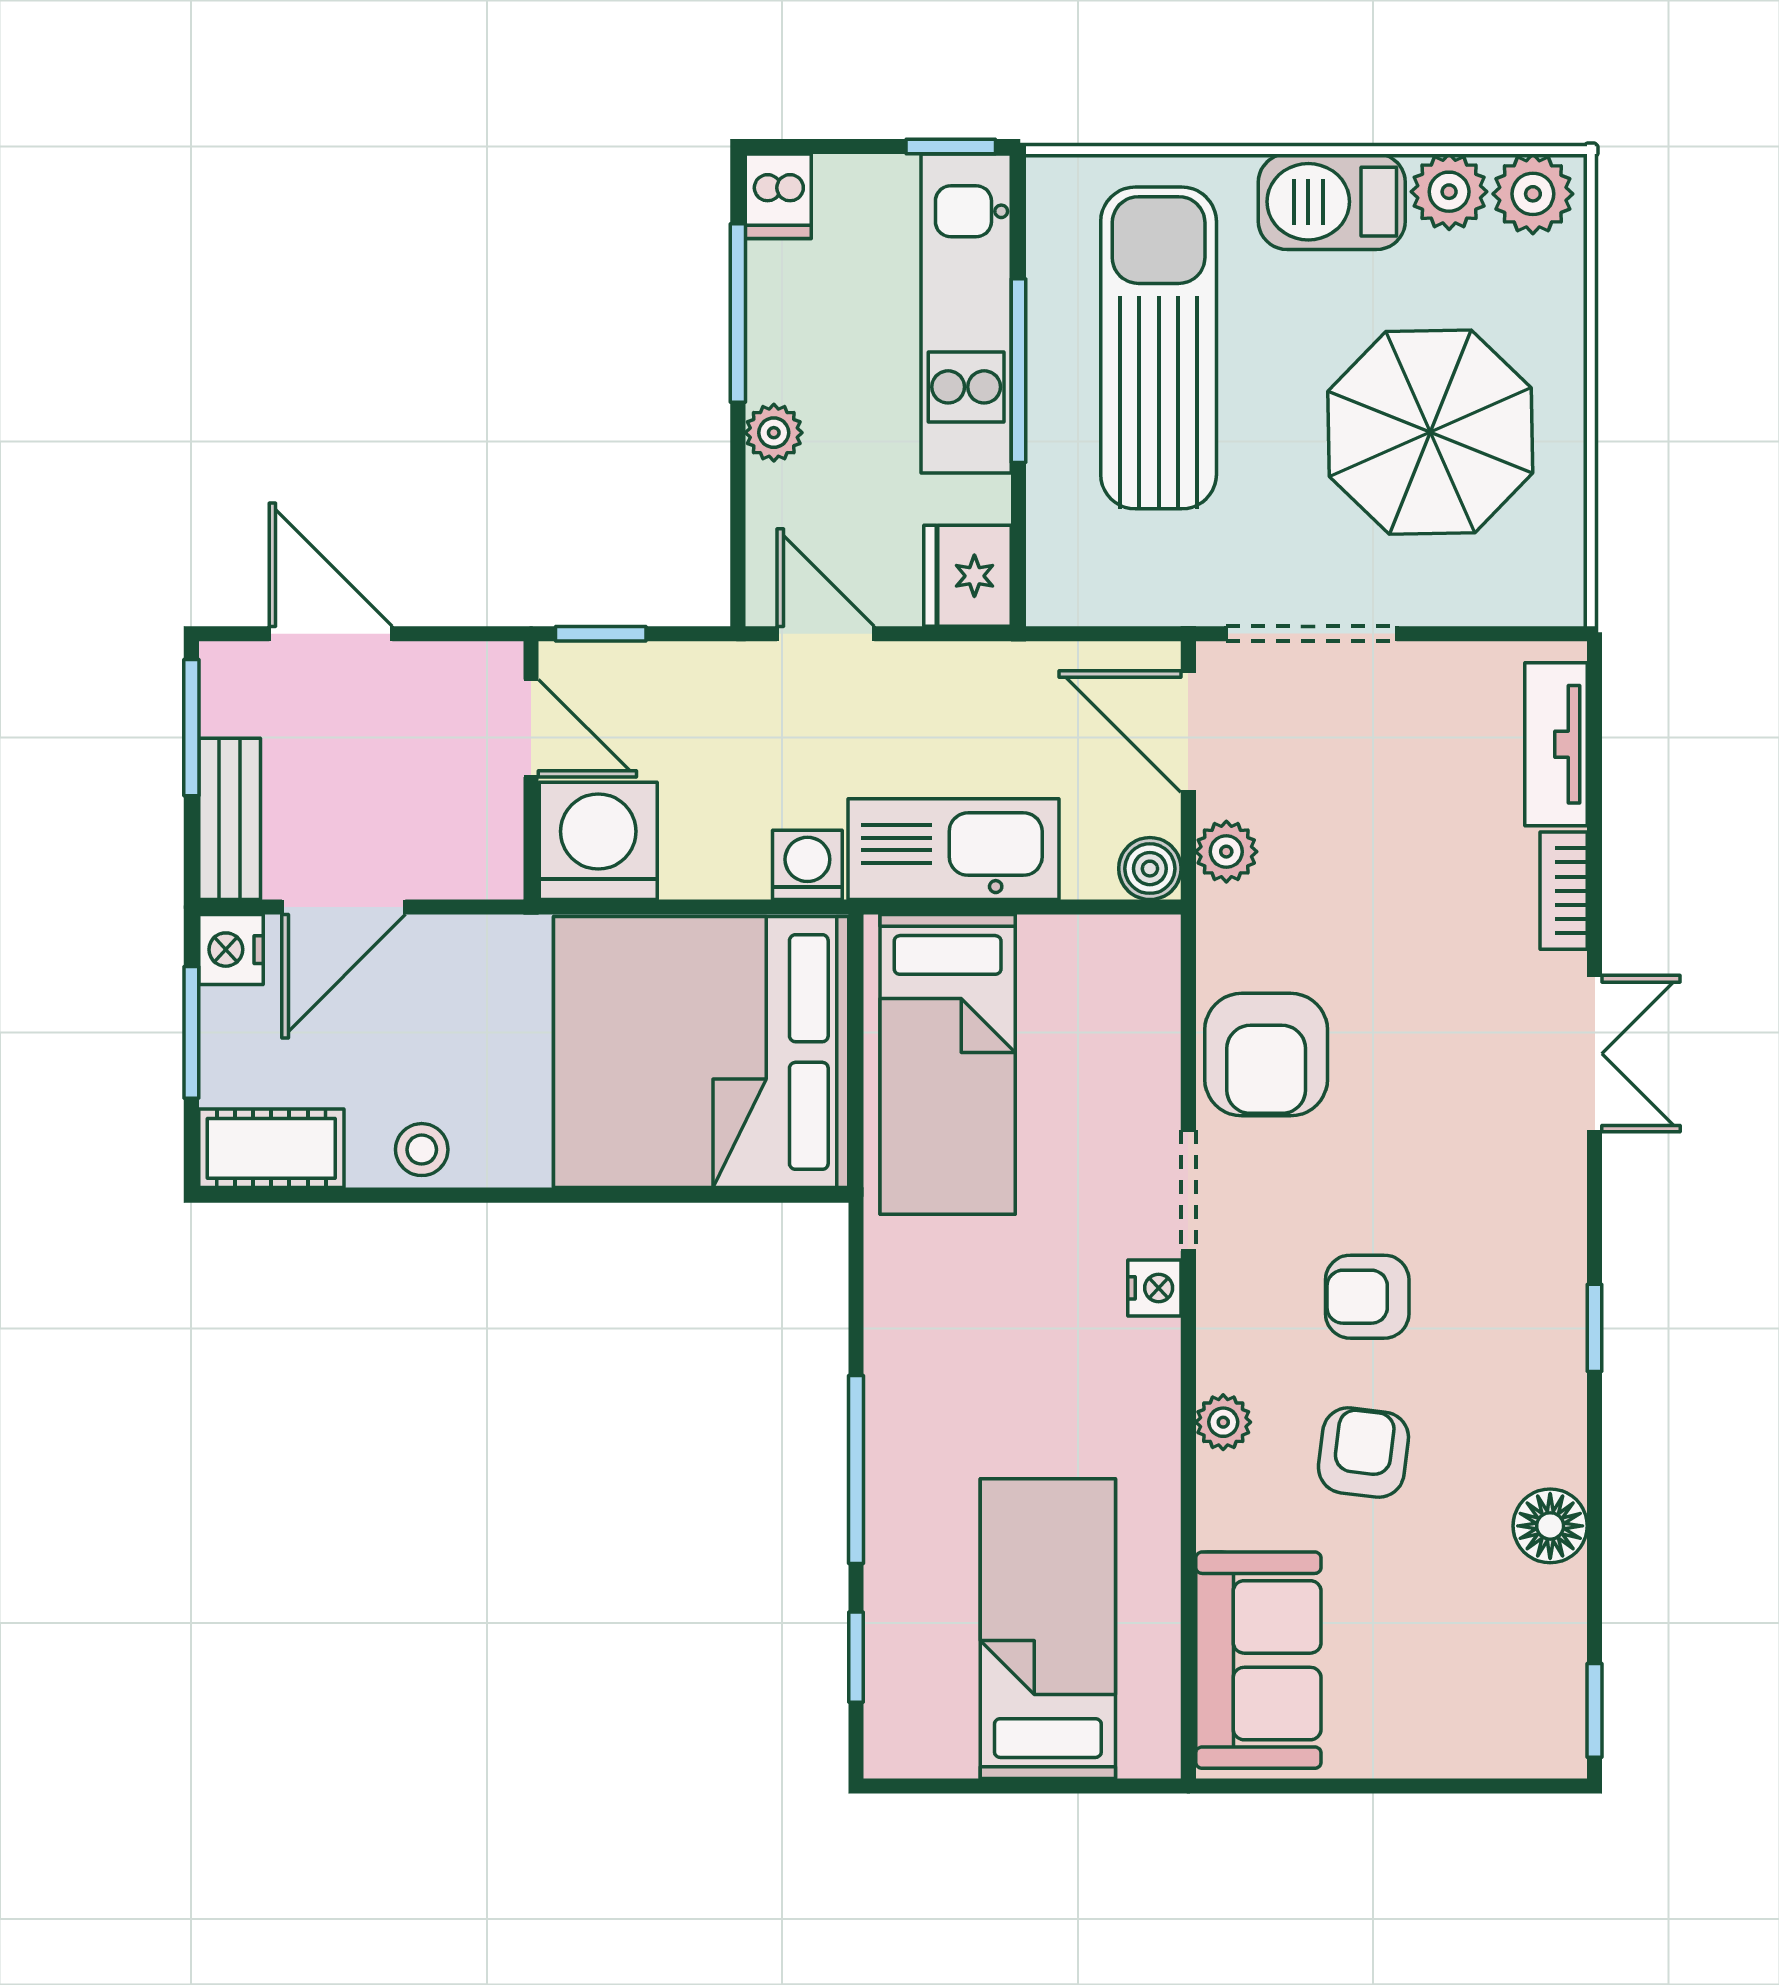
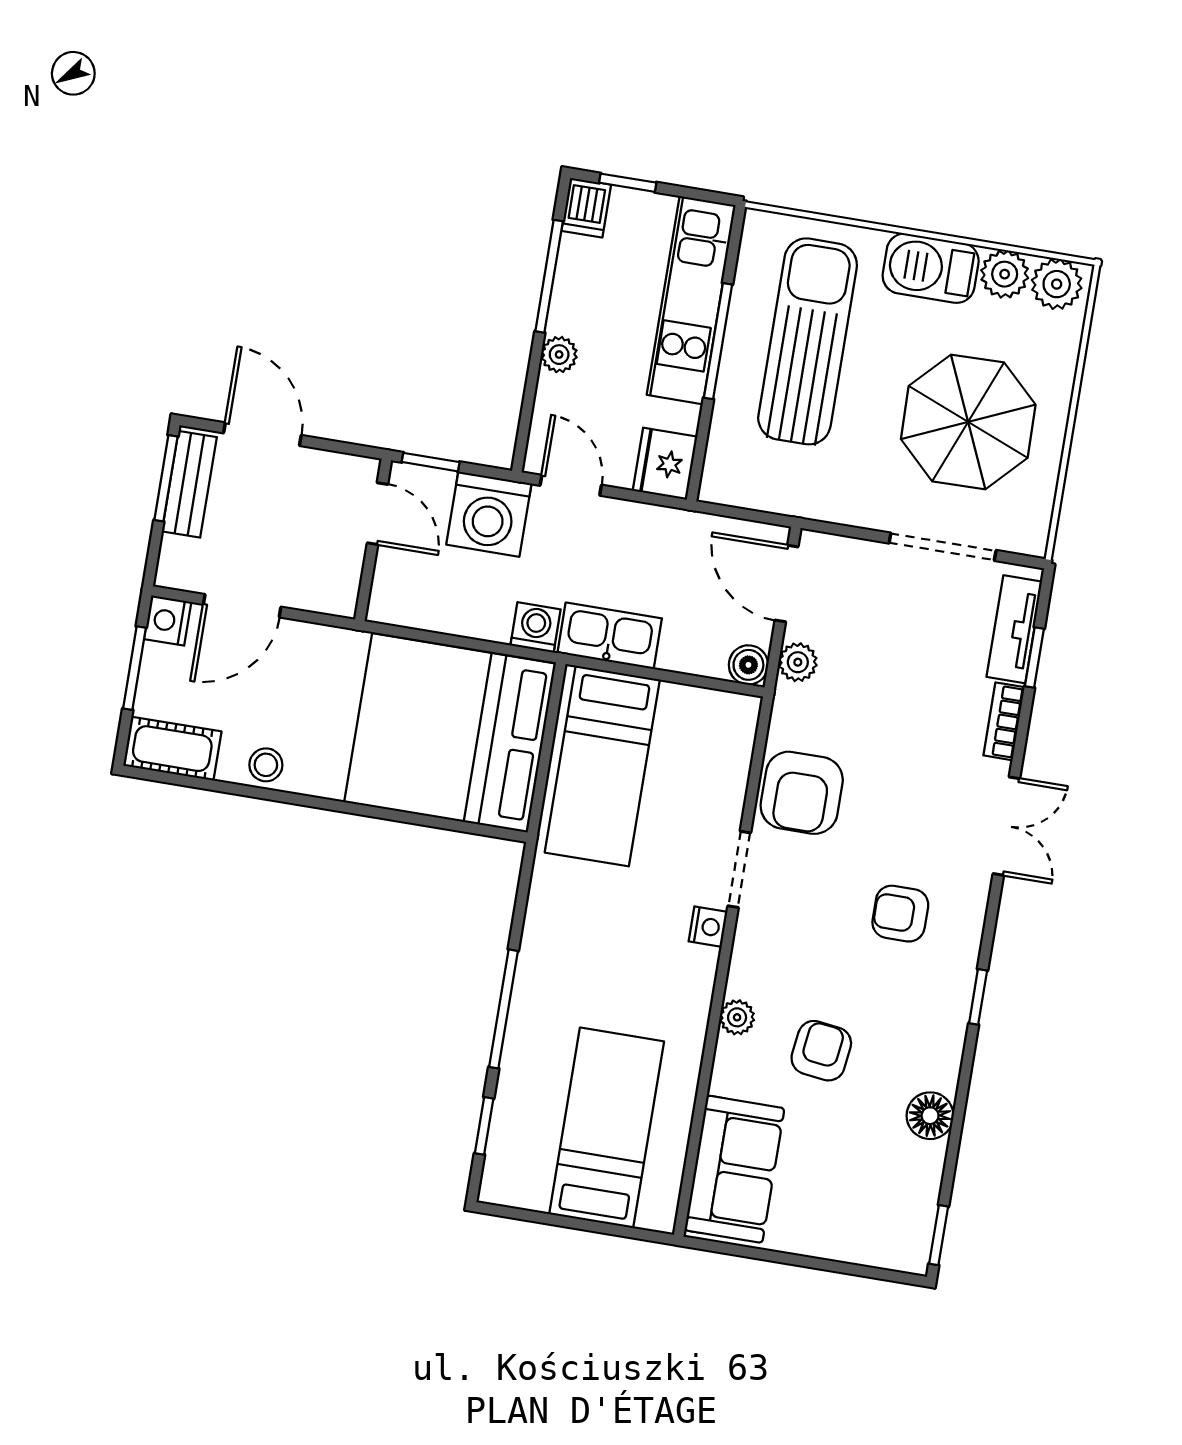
window: (951, 146) -> (628, 183), moved
doorway: (1311, 634) -> (943, 547), moved
window: (1595, 783) -> (1034, 657), added
bench: (230, 819) -> (189, 484), moved
washing machine: (598, 841) -> (489, 514), moved, turned 180
kitchen sink: (954, 849) -> (610, 636), width x0.73, depth x0.81
armchair: (1367, 1297) -> (900, 914), moved

